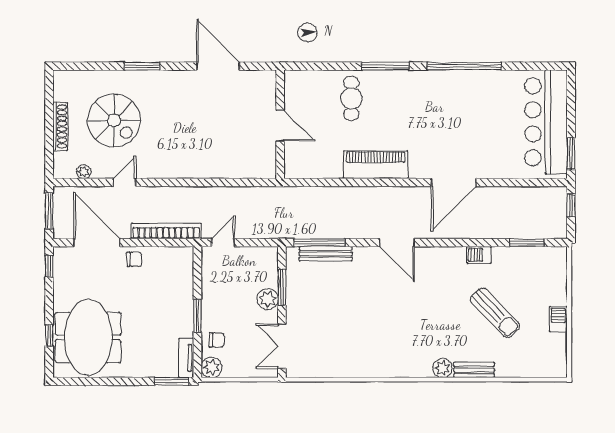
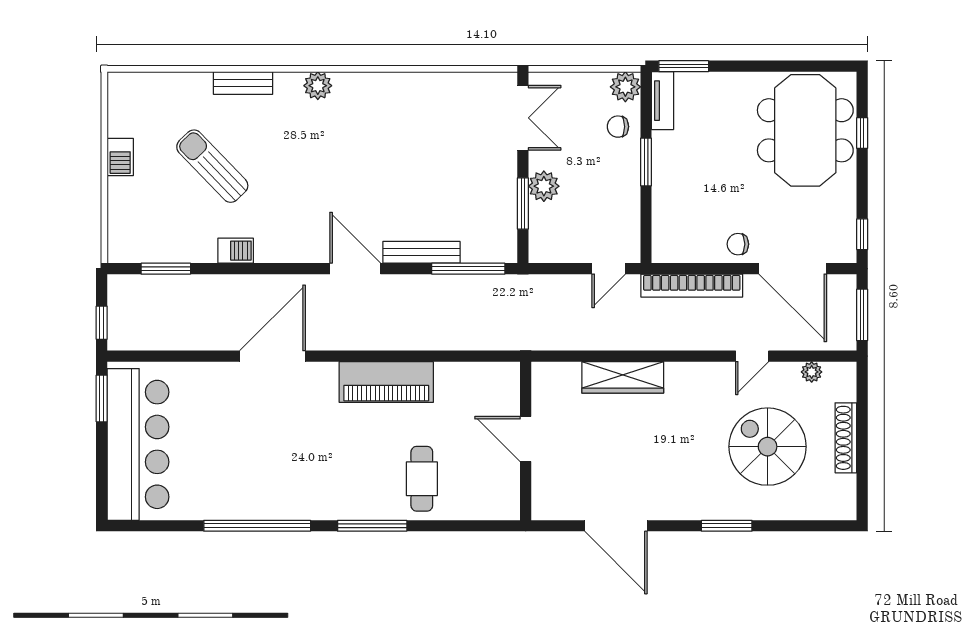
wardrobe: (213, 168) -> (623, 377), added
bench: (326, 254) -> (421, 252), moved
plant: (443, 368) -> (318, 86), moved

